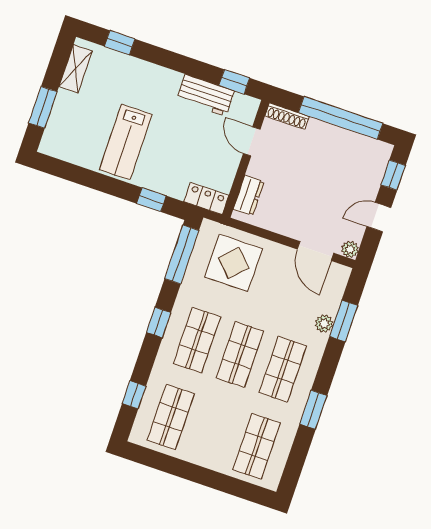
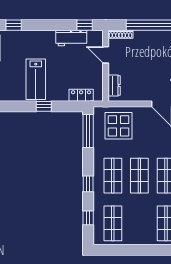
locker: (206, 199) -> (81, 95), moved
window: (151, 200) -> (44, 106), moved
window: (159, 322) -> (88, 184), moved

